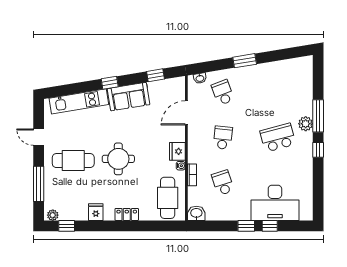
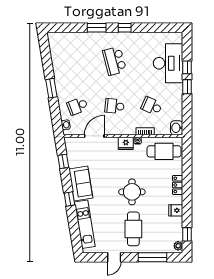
door: (186, 113) -> (94, 136), swing flipped
window: (318, 116) -> (97, 28), width x0.69
plant: (306, 124) -> (103, 38), removed
school desk: (223, 183) -> (152, 106), turned 42

